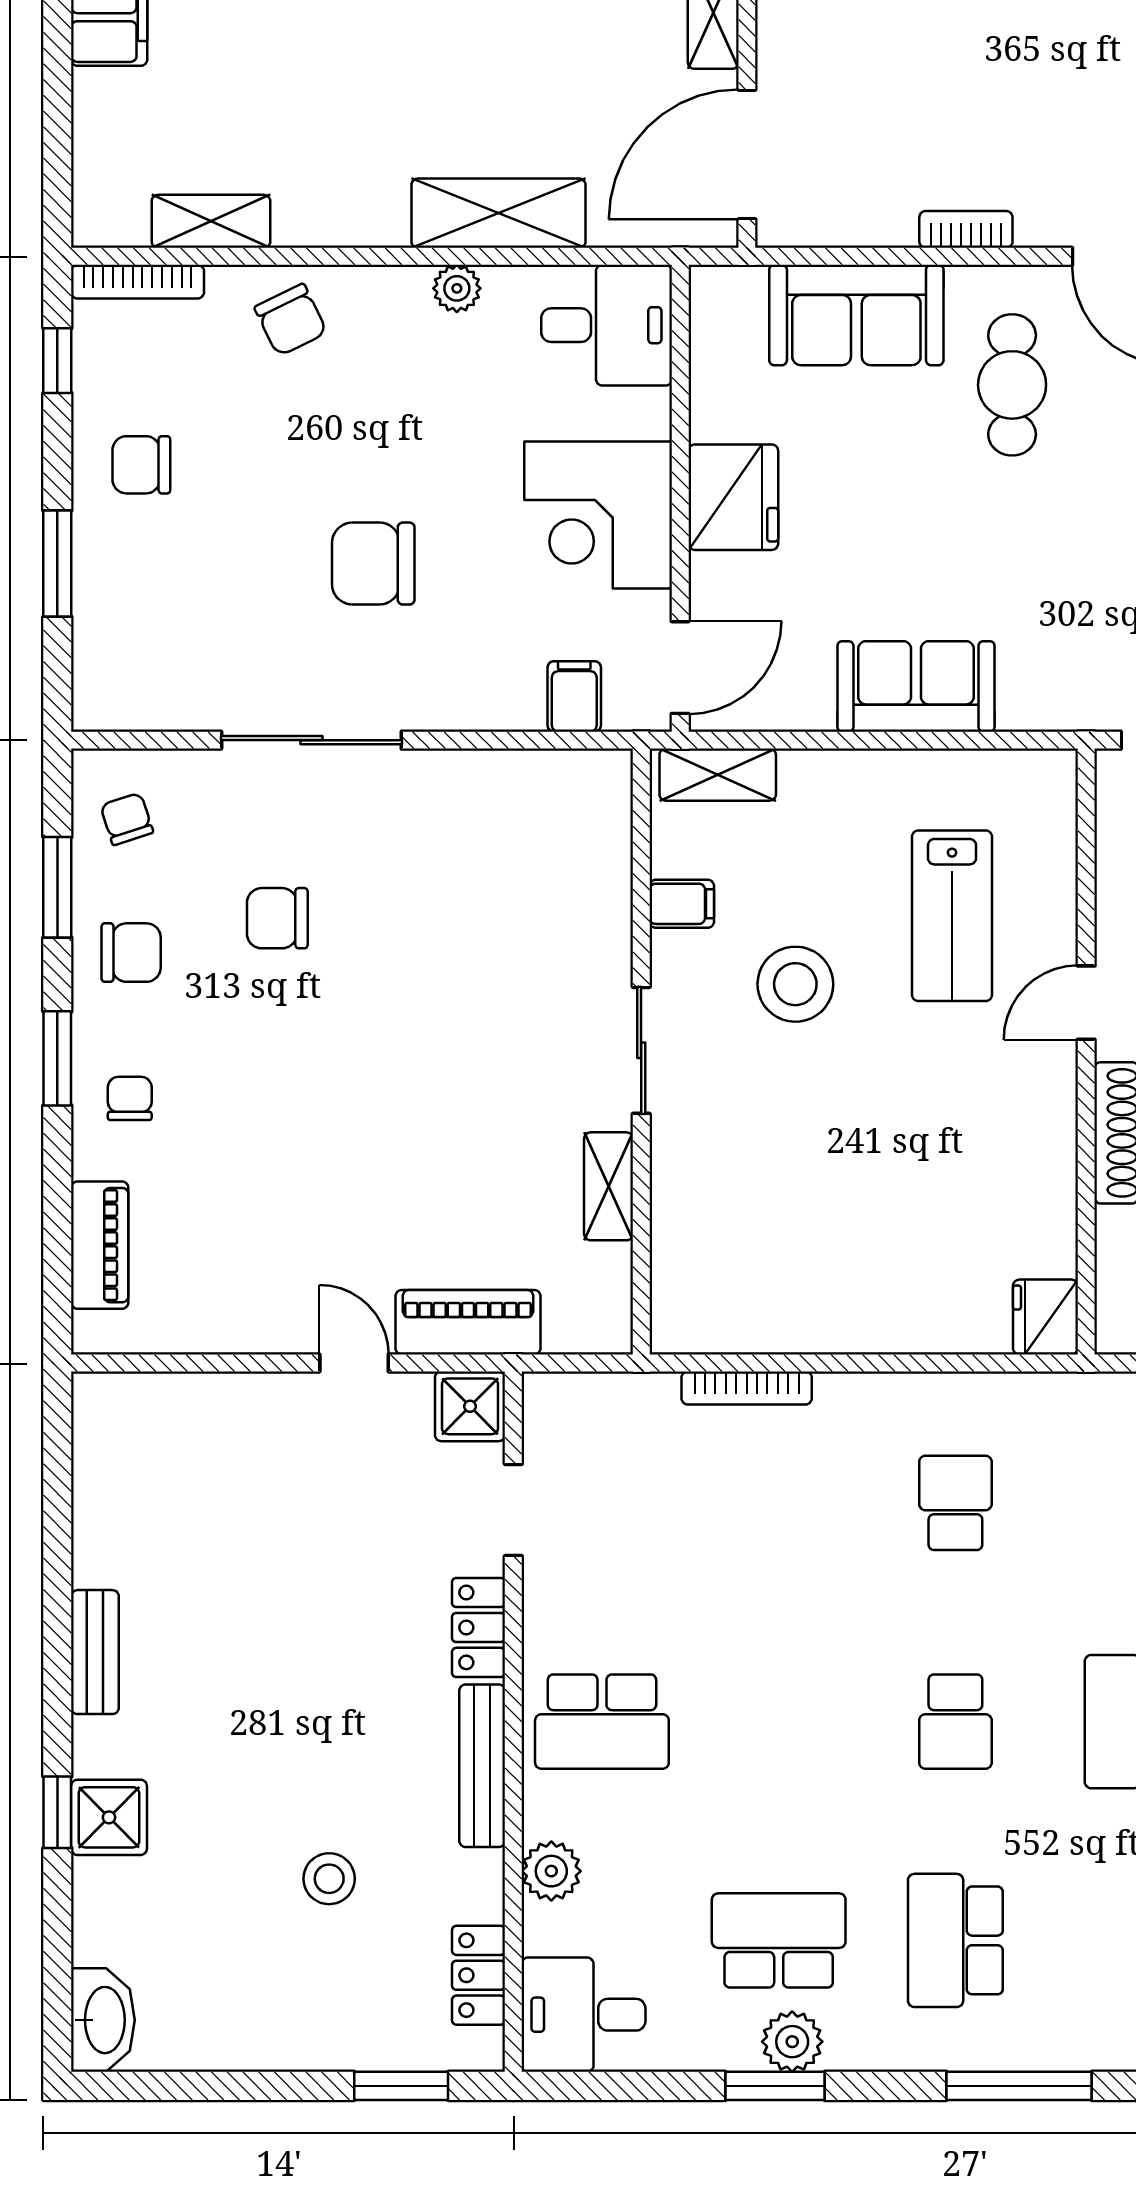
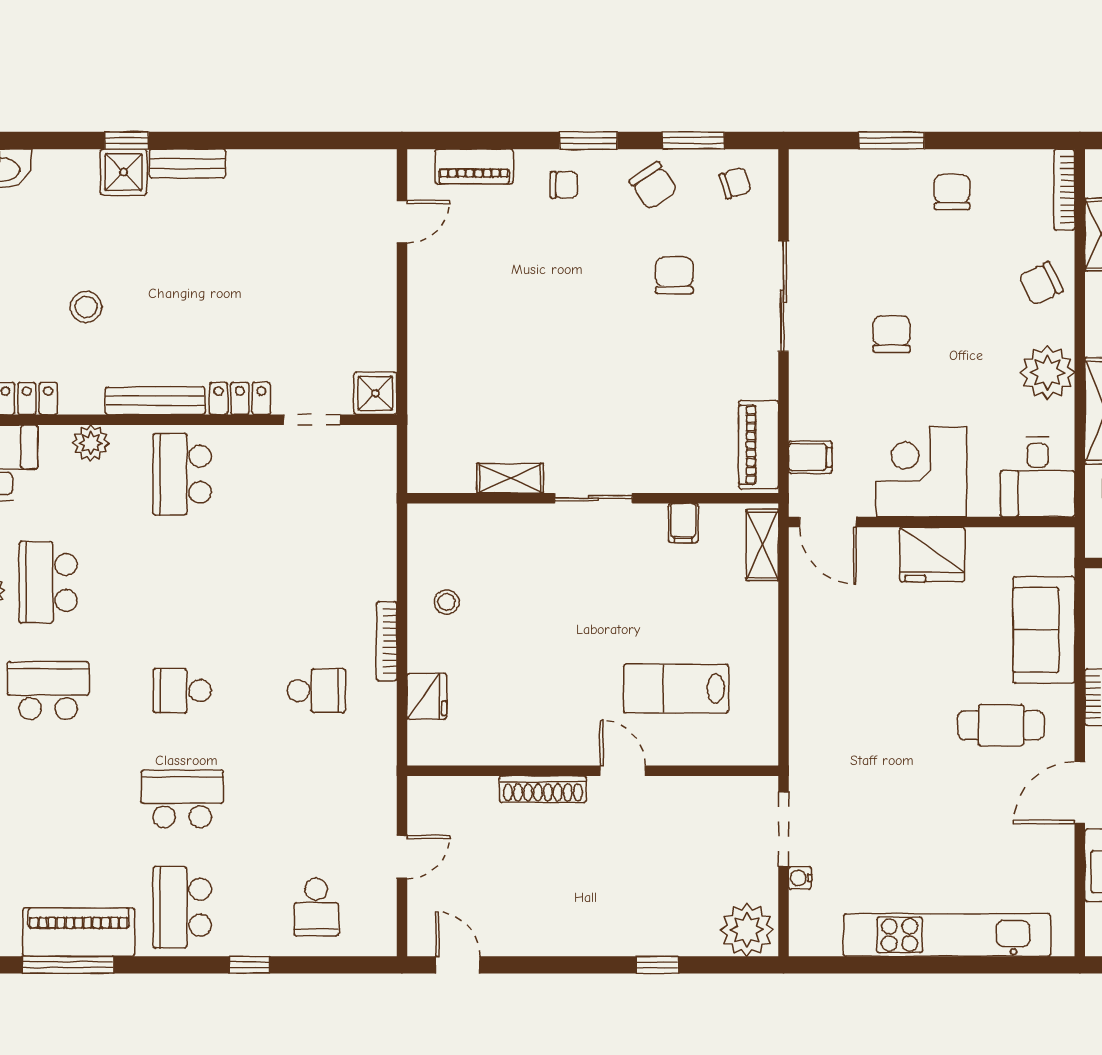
plant: (457, 288) -> (1047, 372), width x1.88, depth x1.88
window: (57, 361) -> (1016, 140), removed
chair: (373, 564) -> (892, 334), width x0.73, depth x0.73
sofa: (916, 686) -> (816, 666), removed
chair: (131, 953) -> (653, 186), turned -34
stool: (795, 984) -> (447, 602), moved, width x0.53, depth x0.53
fridge: (1045, 1317) -> (427, 696), moved, turned 90
piano: (468, 1322) -> (759, 445), moved, turned 180
door: (354, 1363) -> (402, 222), moved
bookcase: (747, 1388) -> (387, 641), moved
bench: (95, 1652) -> (187, 164), moved
school desk: (779, 1940) -> (48, 582), turned 180

